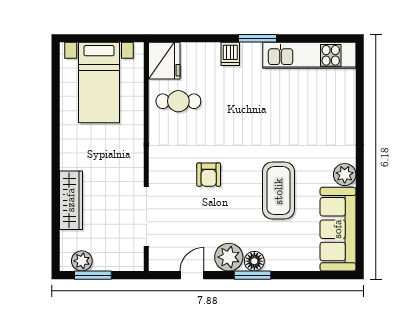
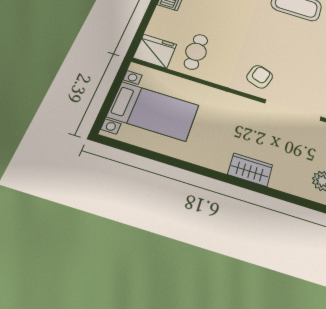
armchair: (209, 175) -> (260, 77), moved, turned -72
wardrobe: (71, 200) -> (250, 170), width x0.67

